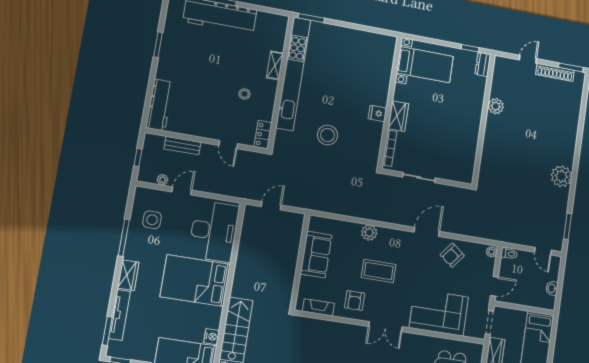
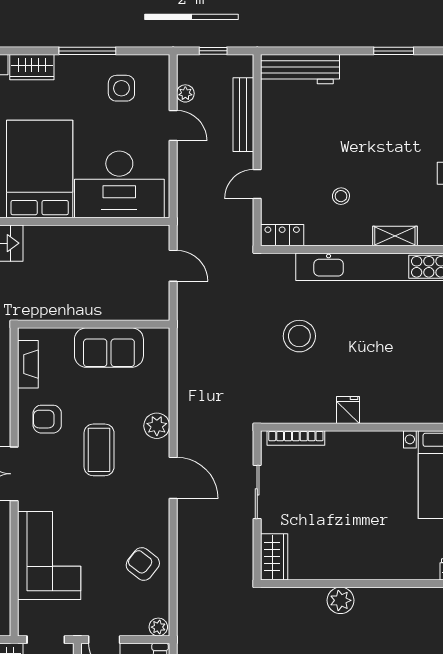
plant: (496, 106) -> (341, 600), moved
wardrobe: (398, 116) -> (274, 557), moved, turned -90
bench: (182, 145) -> (243, 115), width x1.36
door: (427, 232) -> (173, 478), moved

